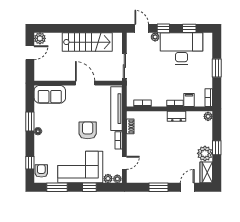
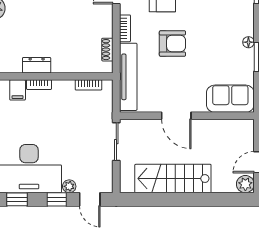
armchair: (88, 130) -> (172, 44), turned -90

